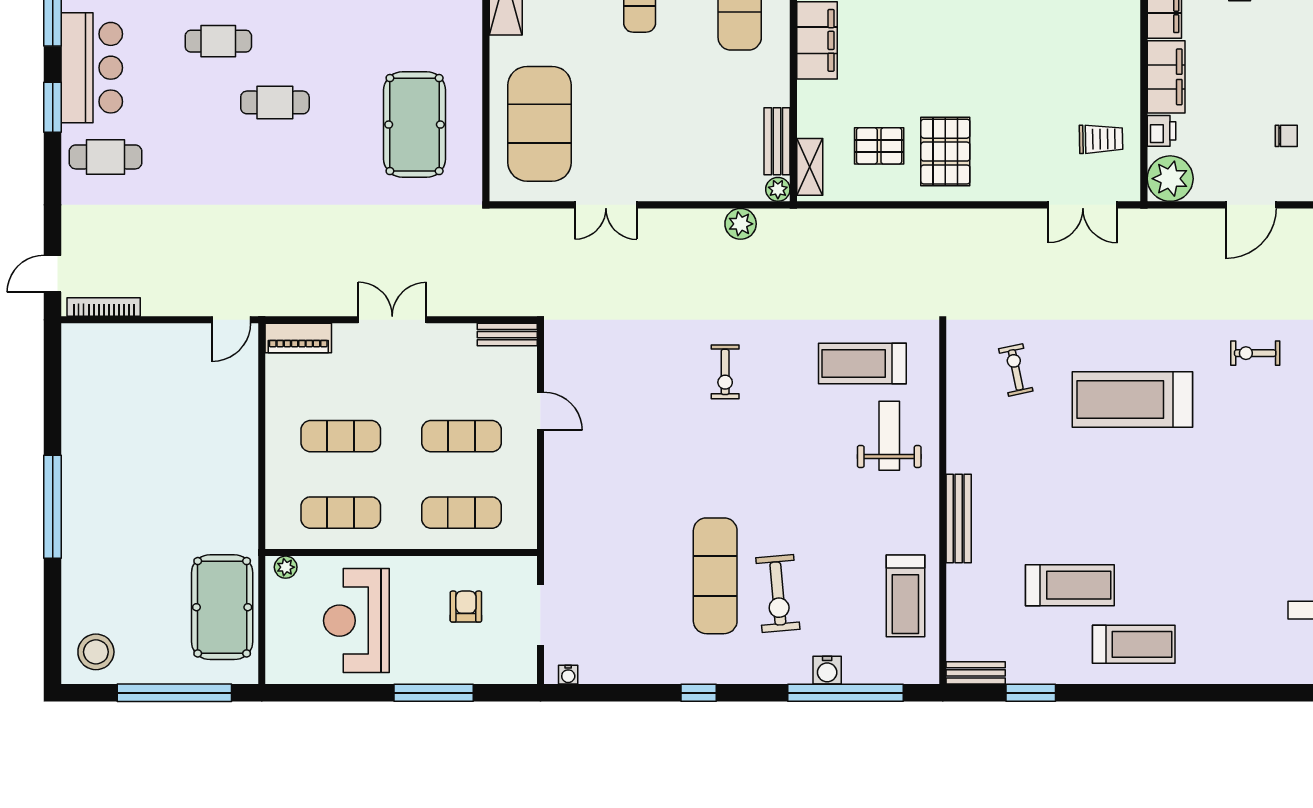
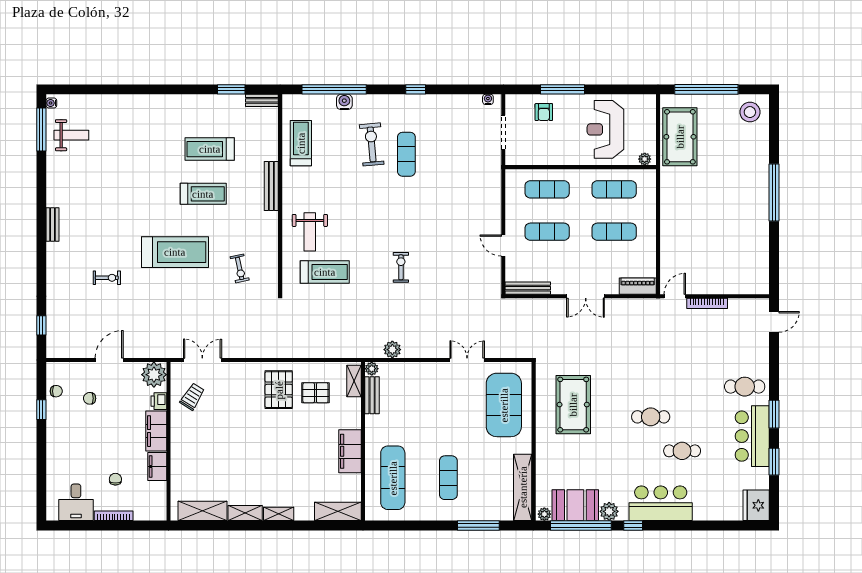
trolley: (1101, 139) -> (192, 397), turned 123
bookcase: (104, 307) -> (707, 303), moved
bench: (507, 335) -> (528, 288), width x1.36
exercise mat: (715, 576) -> (406, 154), width x0.73, depth x0.69
armchair: (466, 607) -> (544, 112), moved
reception desk: (356, 621) -> (605, 129), turned 180
treadmill: (1134, 644) -> (203, 194), moved, turned 180

